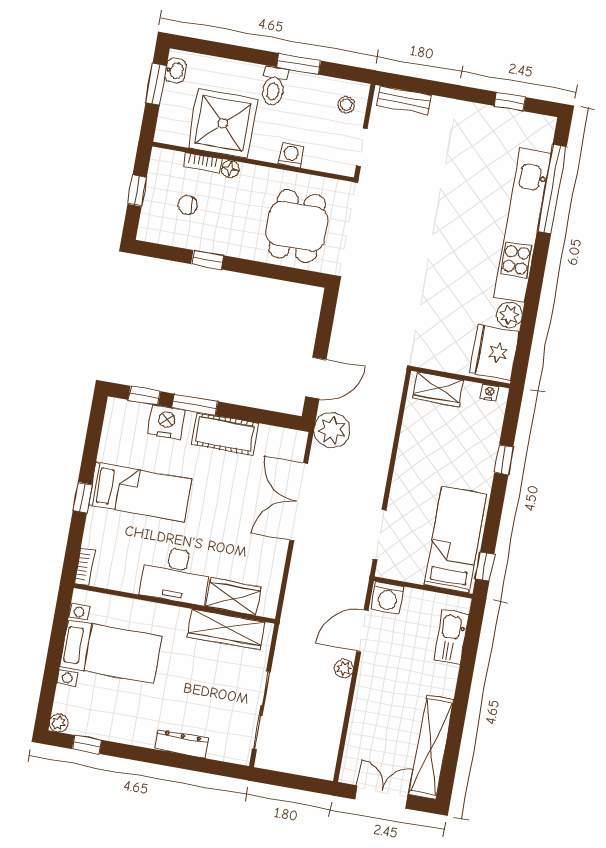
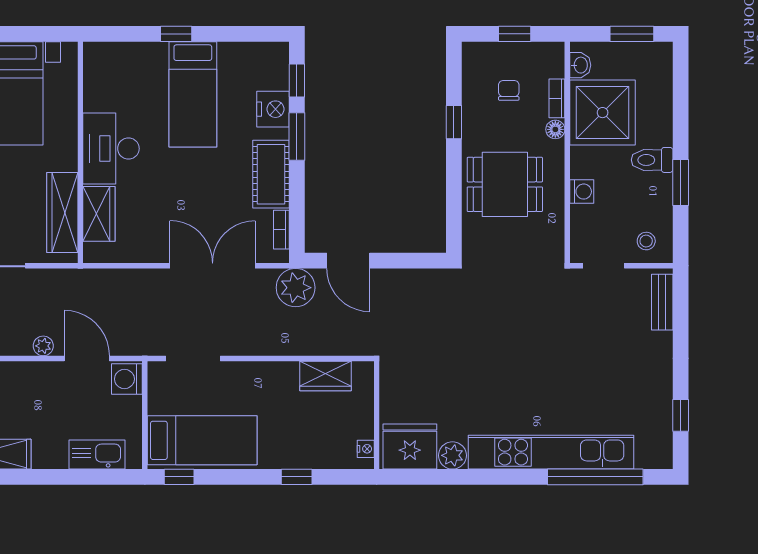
washbasin: (175, 71) -> (580, 65), moved, turned -90
dining table: (297, 226) -> (505, 184), moved
wardrobe: (438, 390) -> (326, 376), moved, turned -90
bookcase: (85, 567) -> (281, 230), moved, turned 90

